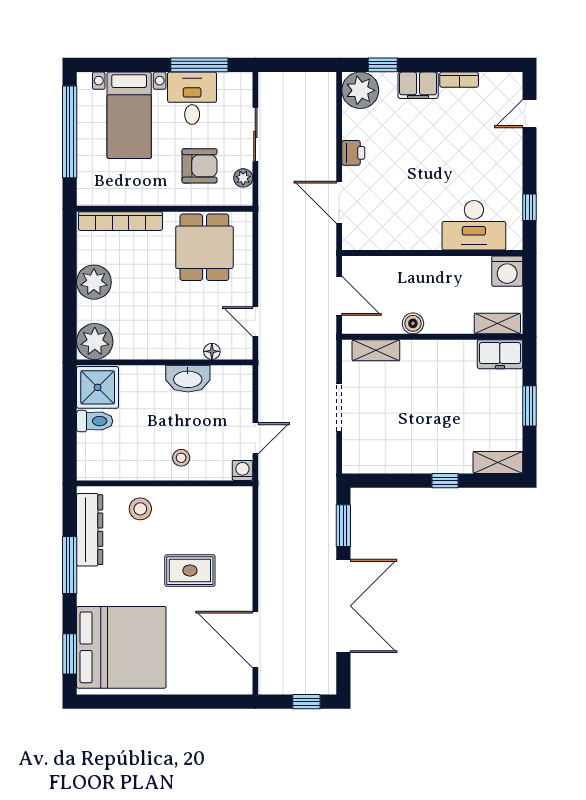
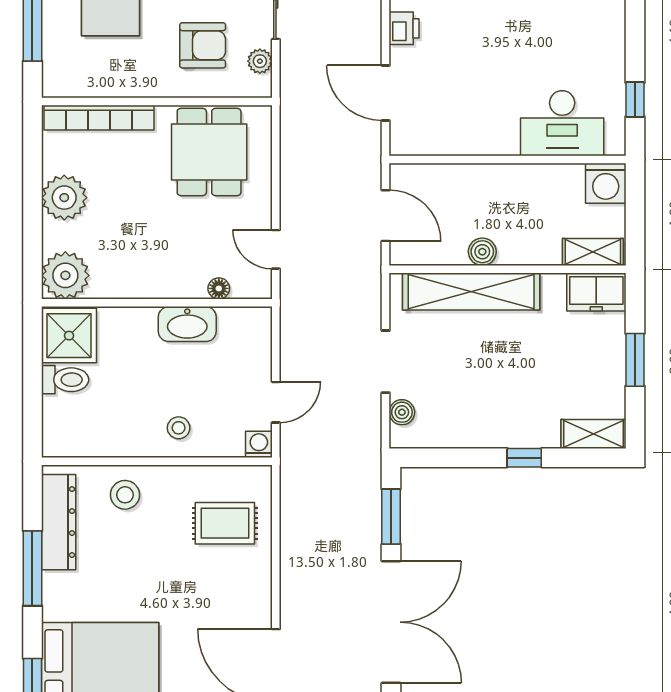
shelving: (376, 350) -> (471, 292), width x2.20, depth x1.33
boiler: (352, 446) -> (402, 412), added
rug: (190, 571) -> (225, 523), moved

